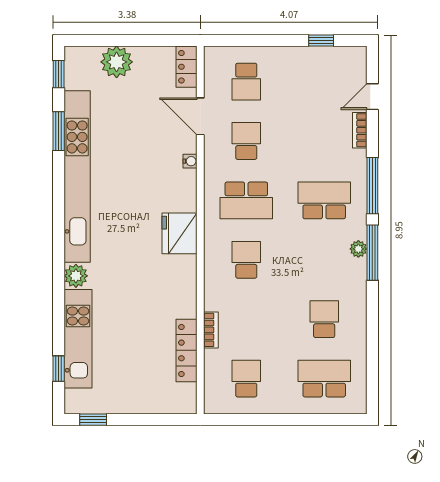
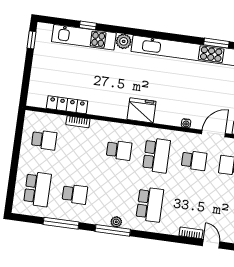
window: (372, 186) -> (61, 223), moved
school desk: (246, 200) -> (157, 155), turned 180
window: (59, 369) -> (88, 25), moved

